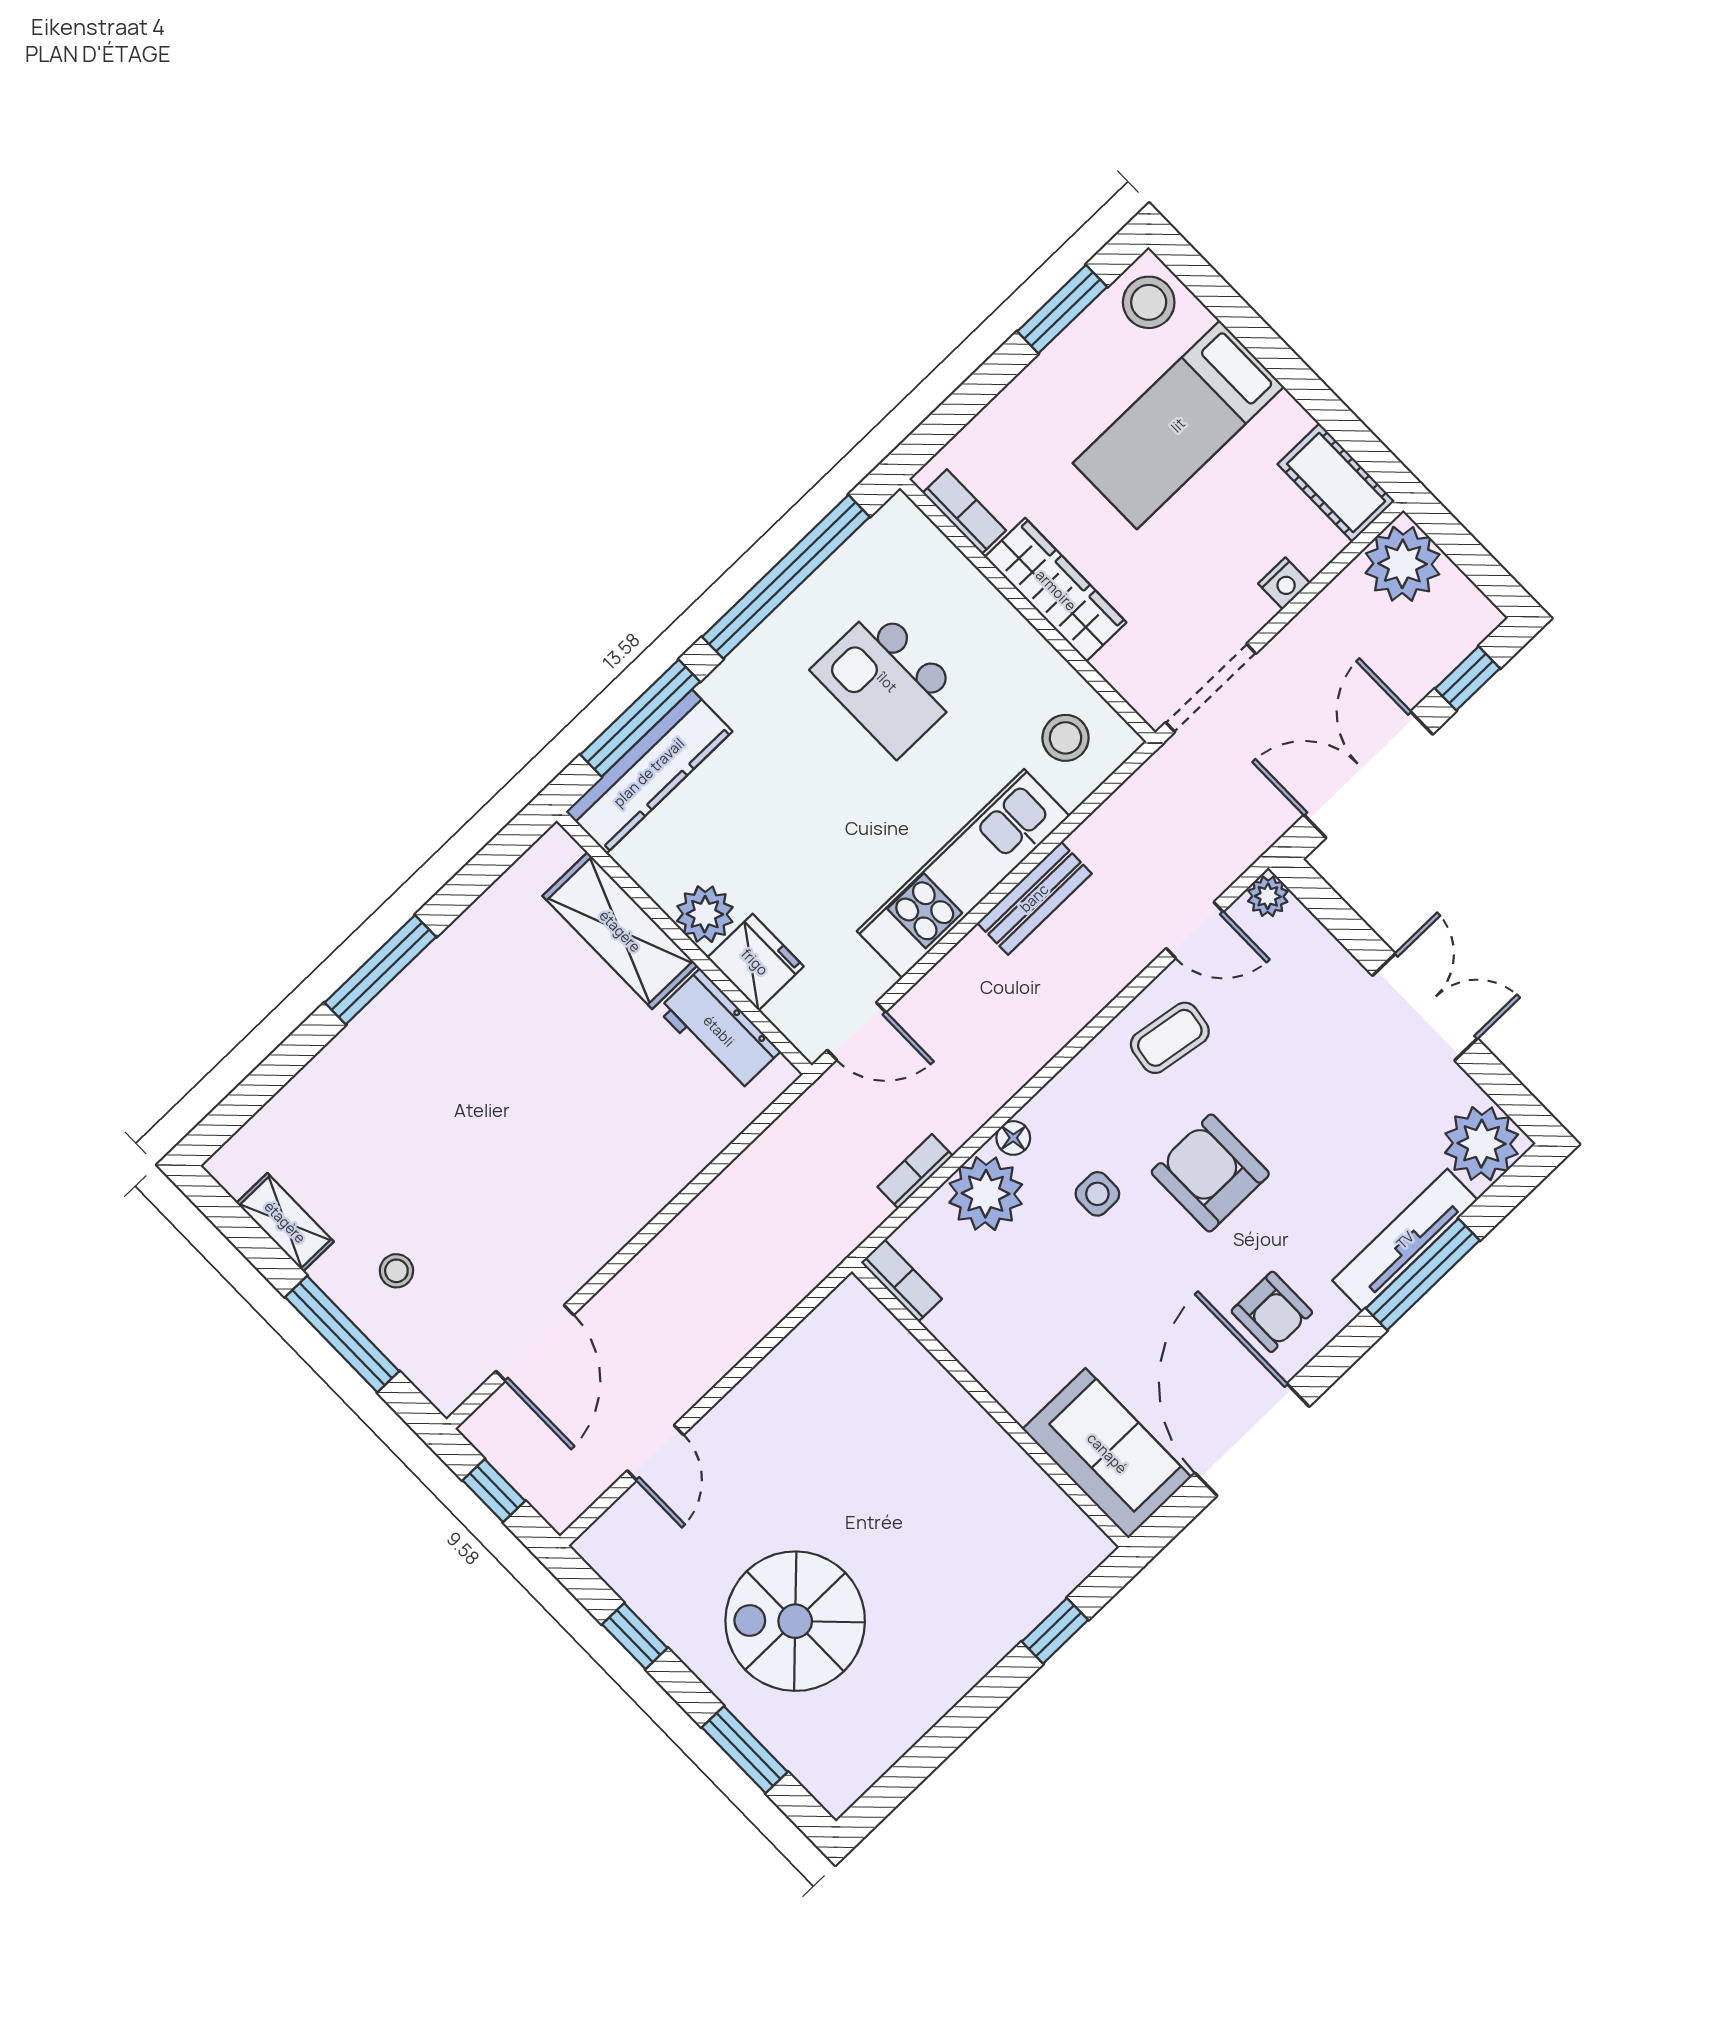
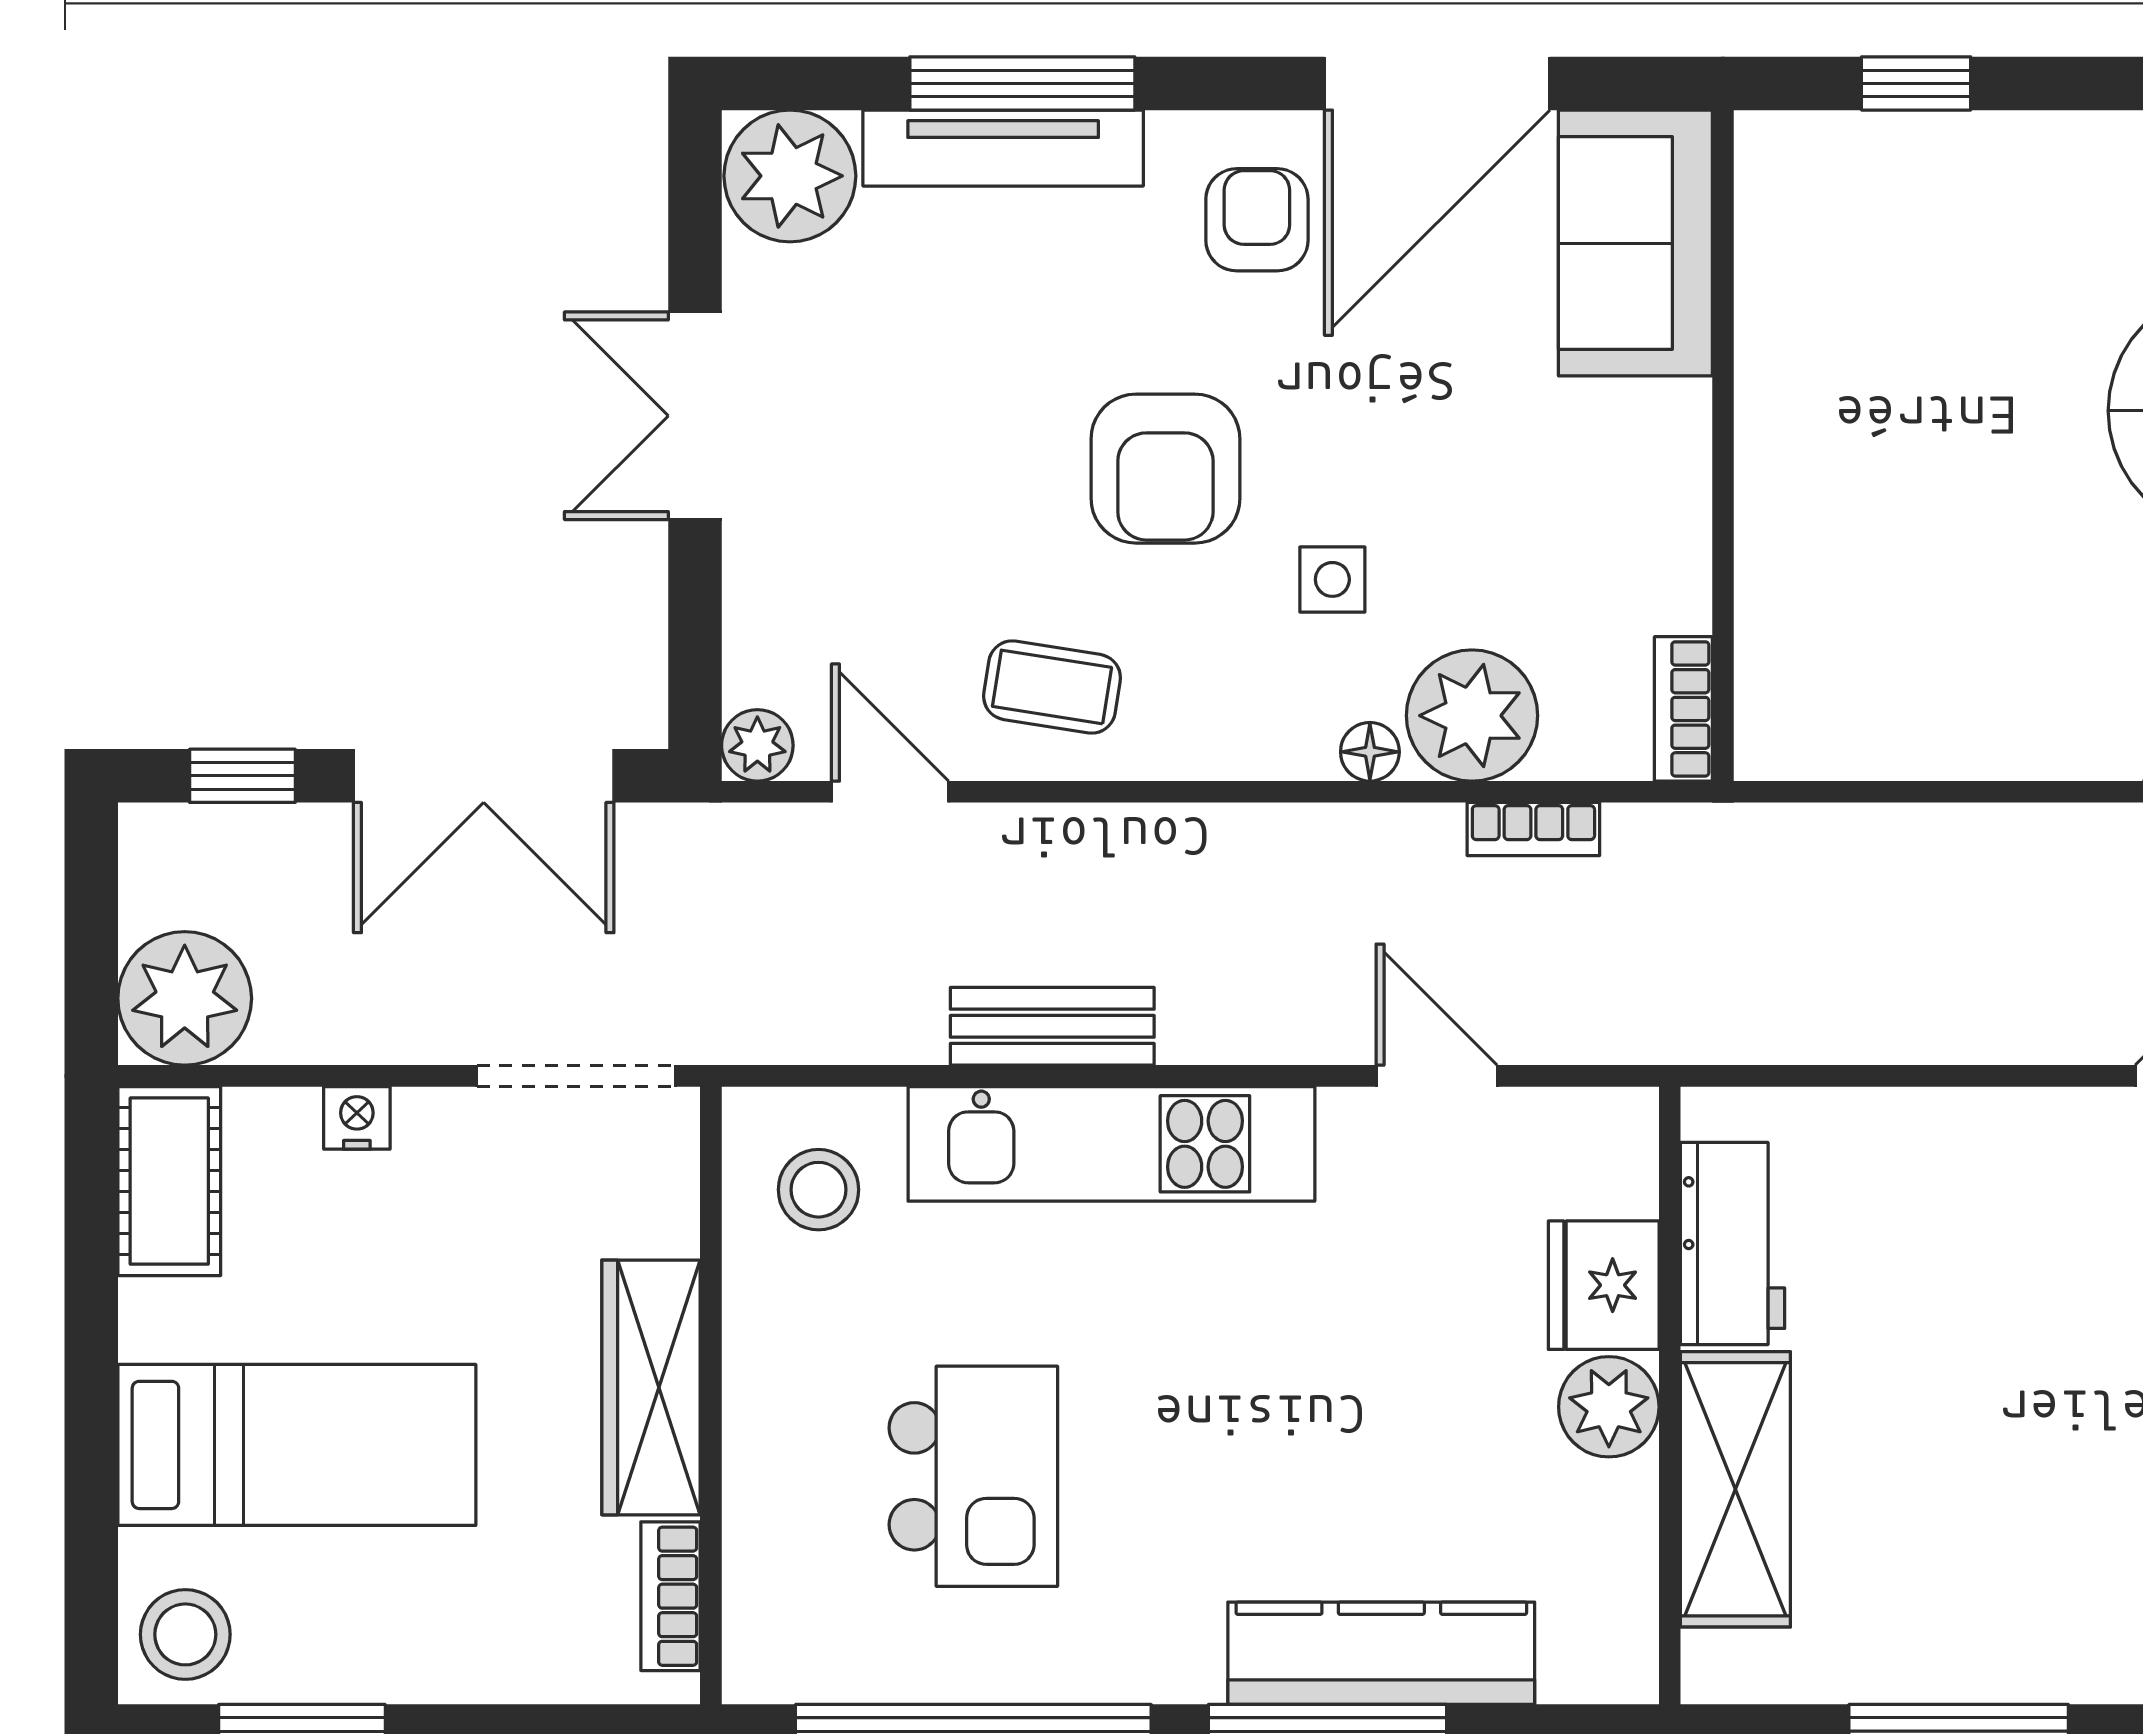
plant: (705, 914) -> (1609, 1407), moved
shelving: (620, 931) -> (1735, 1489), moved
wall: (684, 943) -> (1670, 1395), moved
fridge: (755, 962) -> (1604, 1285), moved
workbench: (719, 1031) -> (1733, 1244), moved

